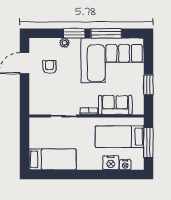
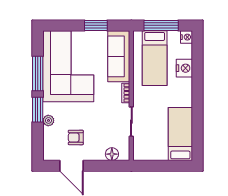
floor lamp: (35, 99) -> (112, 154), added
sofa: (115, 105) -> (119, 56), width x1.36
nightstand: (125, 165) -> (186, 37), moved

